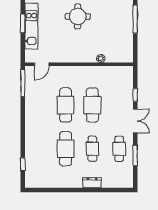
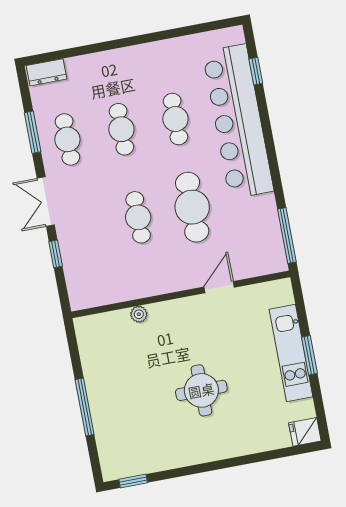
door: (42, 64) -> (219, 287), moved
cafe table: (92, 105) -> (138, 217), width x0.73, depth x0.74
bar counter: (36, 142) -> (238, 121), added
cafe table: (66, 149) -> (175, 119), width x0.73, depth x0.74
dresser: (92, 183) -> (47, 72), moved

